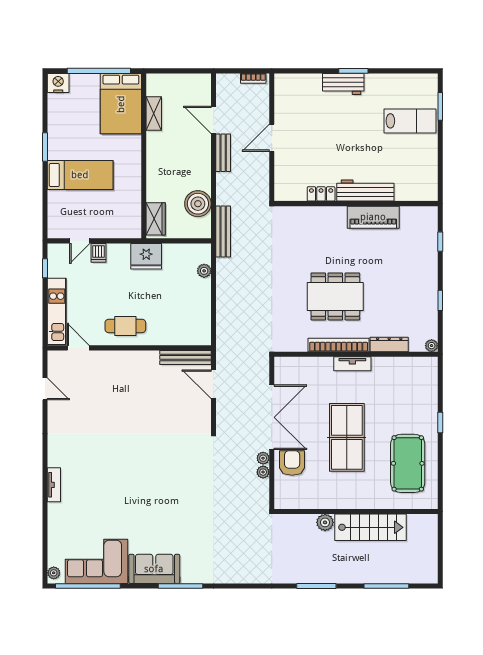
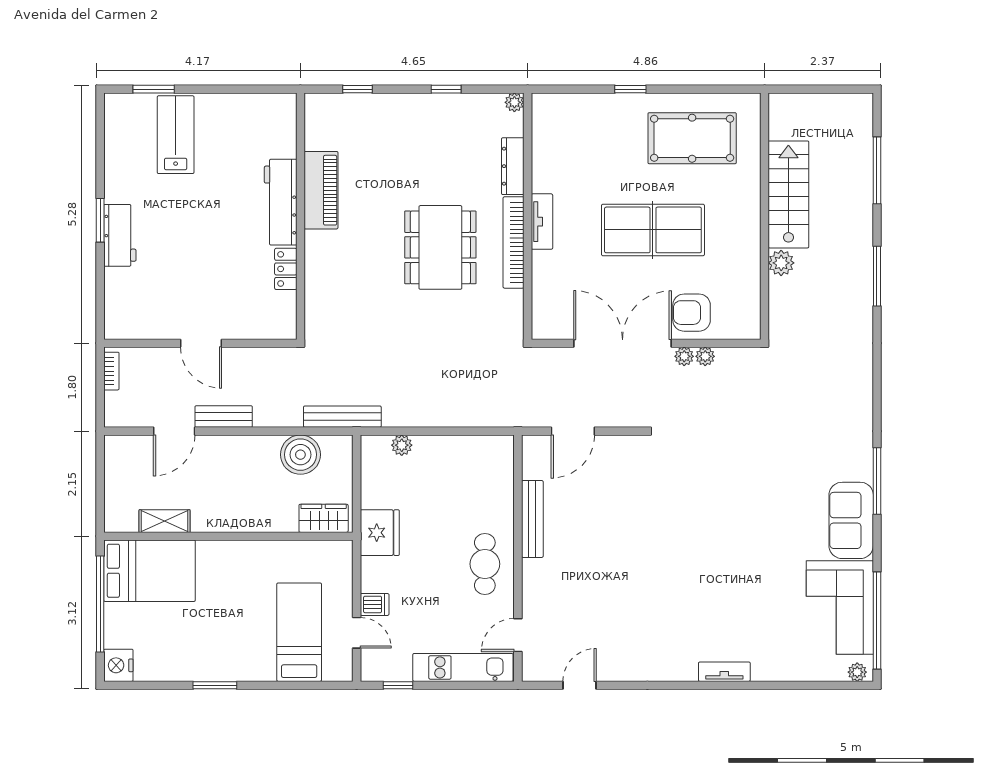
bed: (80, 175) -> (299, 632), moved
bench: (185, 357) -> (532, 519), moved

